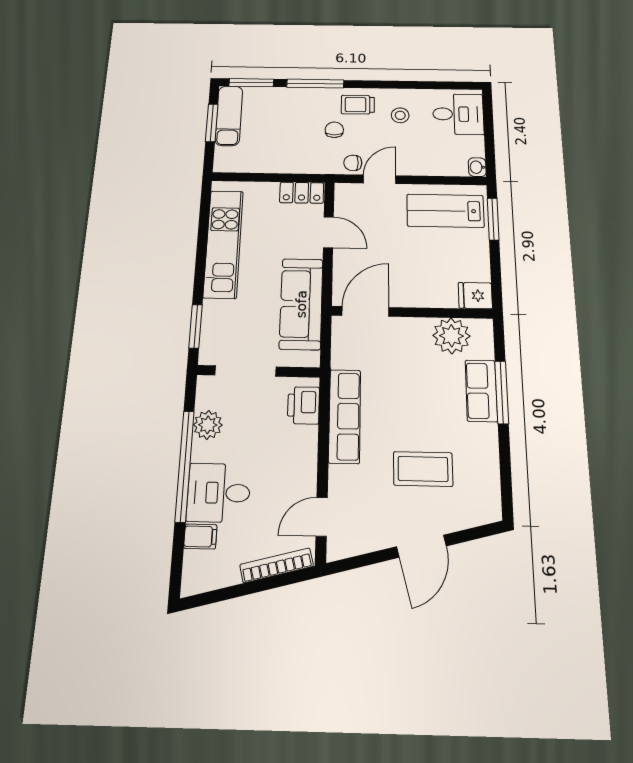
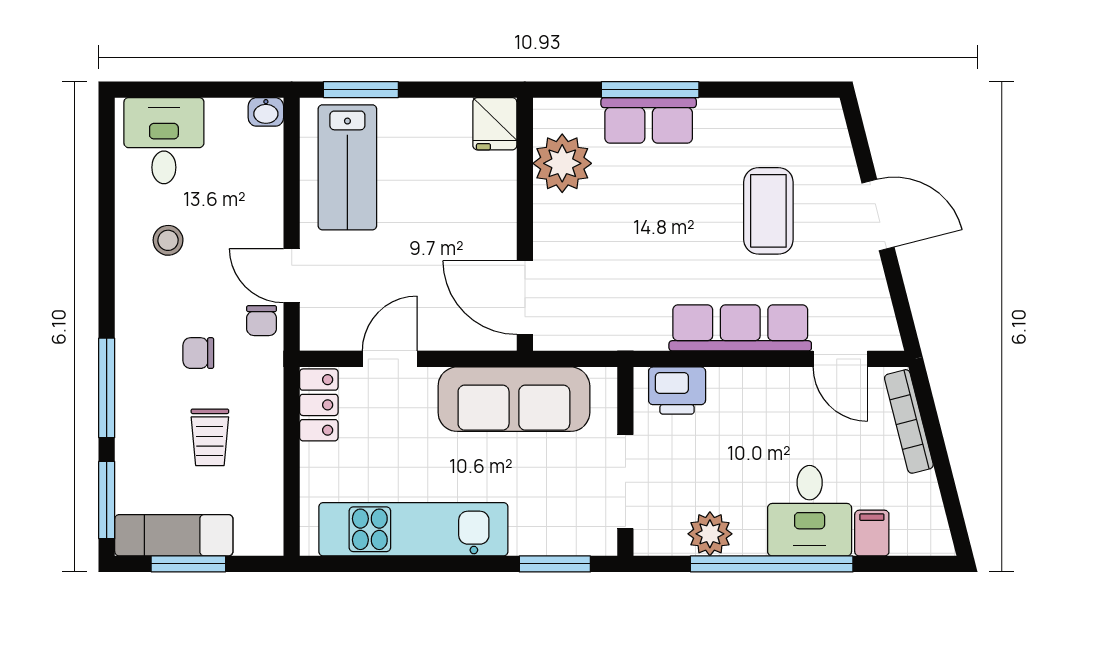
trolley: (358, 105) -> (210, 437), moved
row of seats: (345, 416) -> (740, 328), moved

